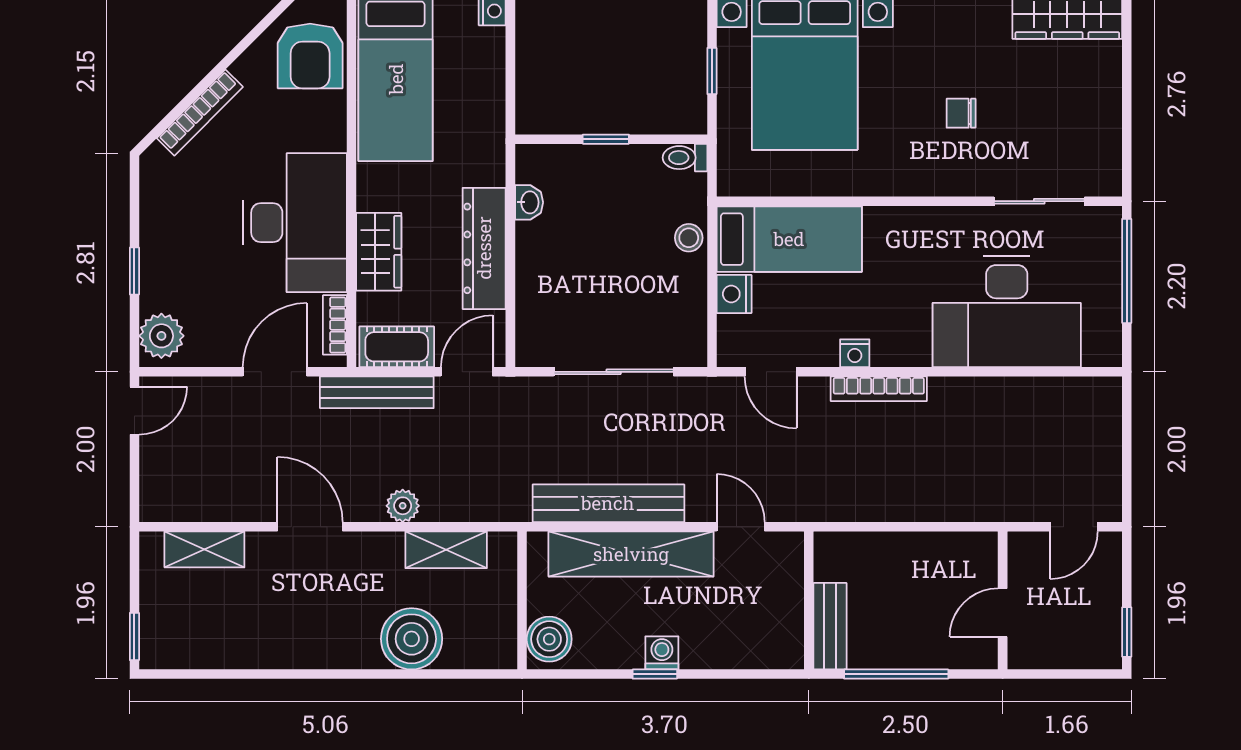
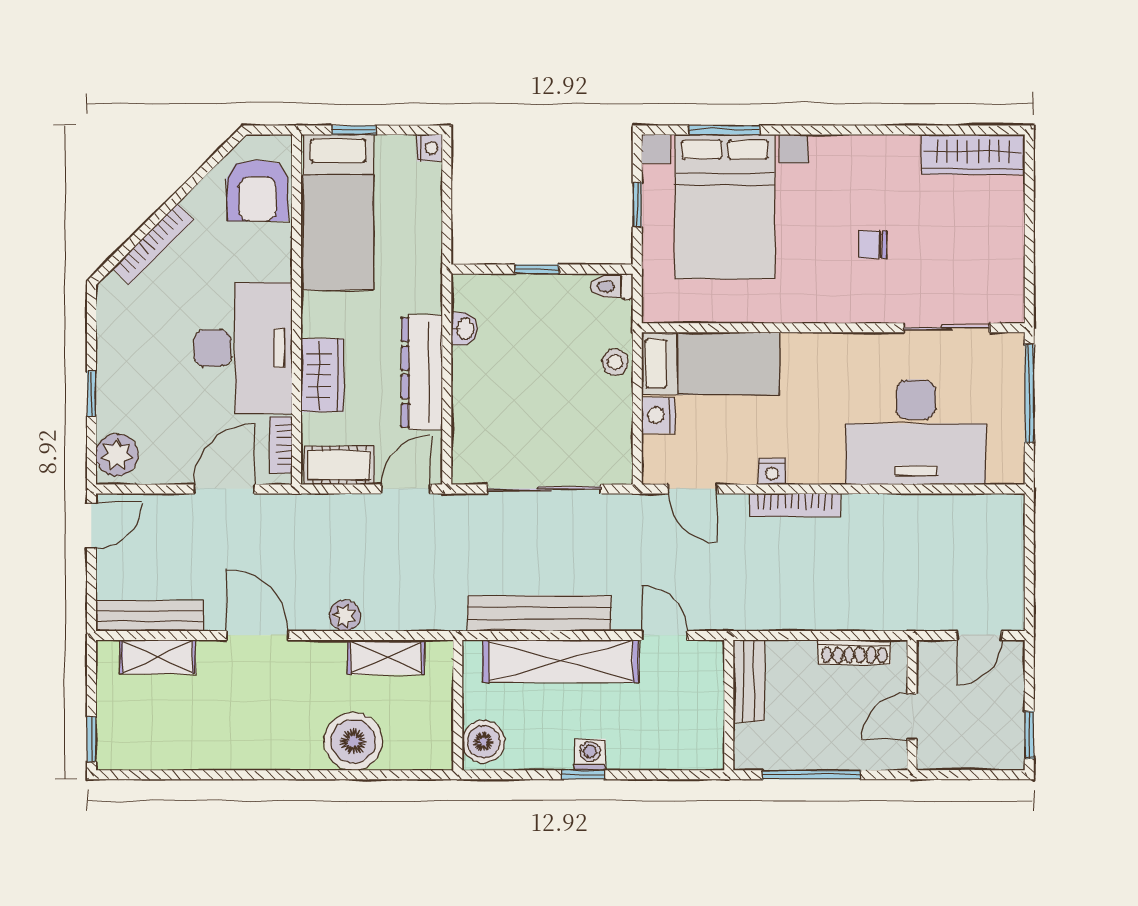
bench: (377, 392) -> (150, 616), moved
shoe rack: (942, 544) -> (854, 652), added
bench: (830, 626) -> (749, 681), moved

